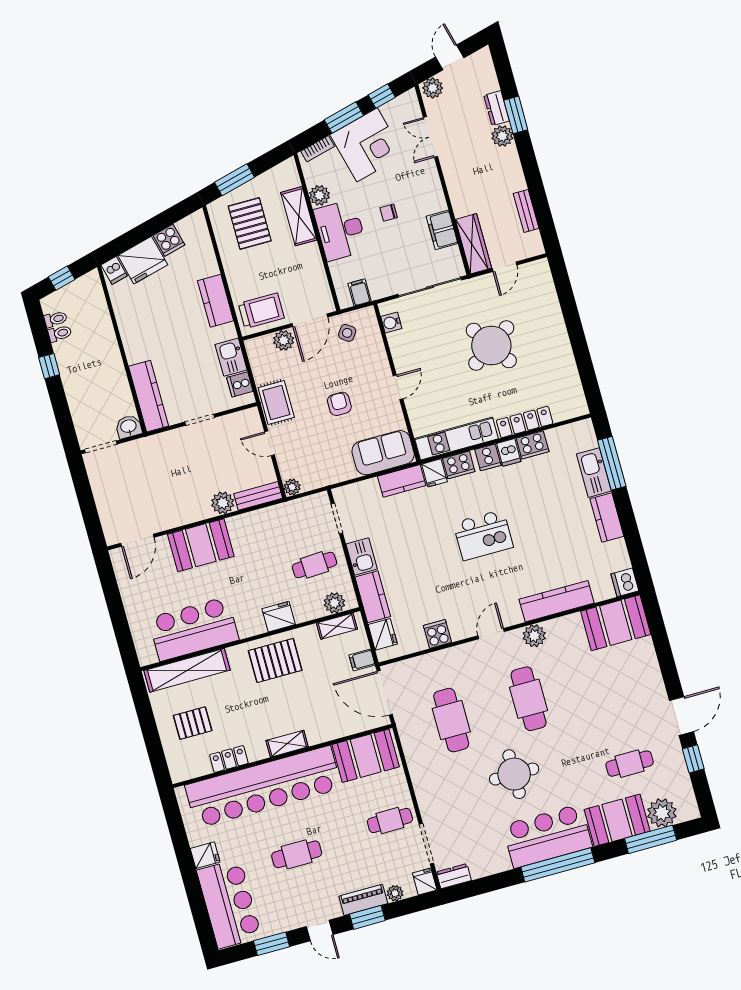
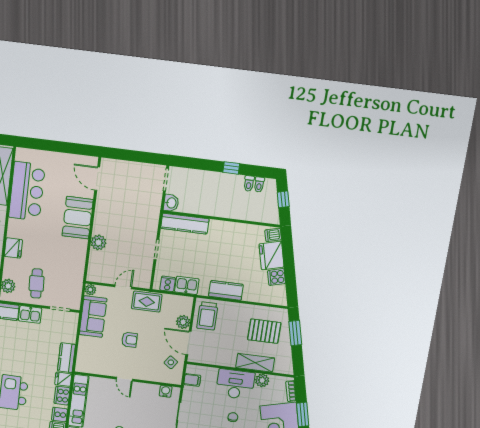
sofa: (383, 453) -> (93, 317), moved
bench: (258, 496) -> (94, 266), removed

